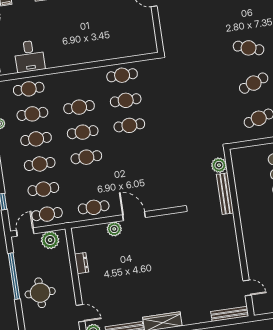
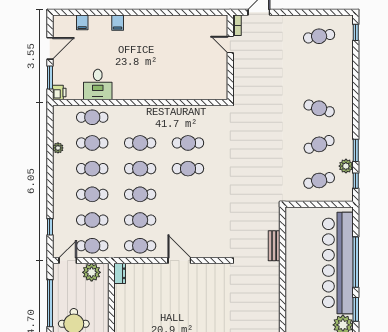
cafe table: (122, 75) -> (140, 220), moved
plant: (219, 165) -> (272, 222), removed
bench: (225, 194) -> (274, 246), width x0.73
plant: (114, 229) -> (158, 271), removed
dresser: (82, 263) -> (120, 273), moved

